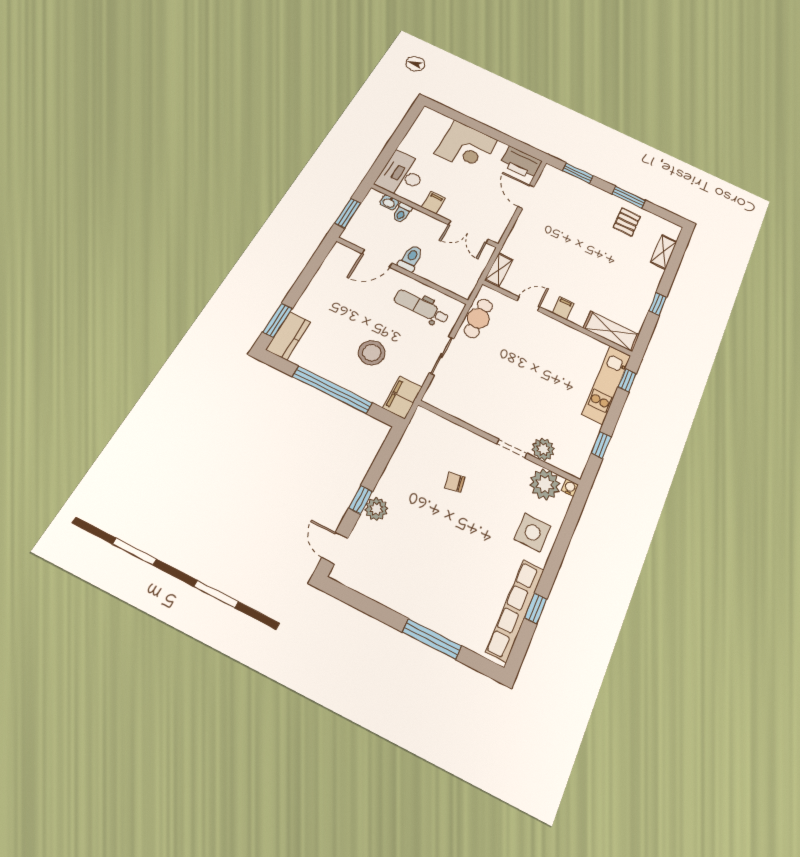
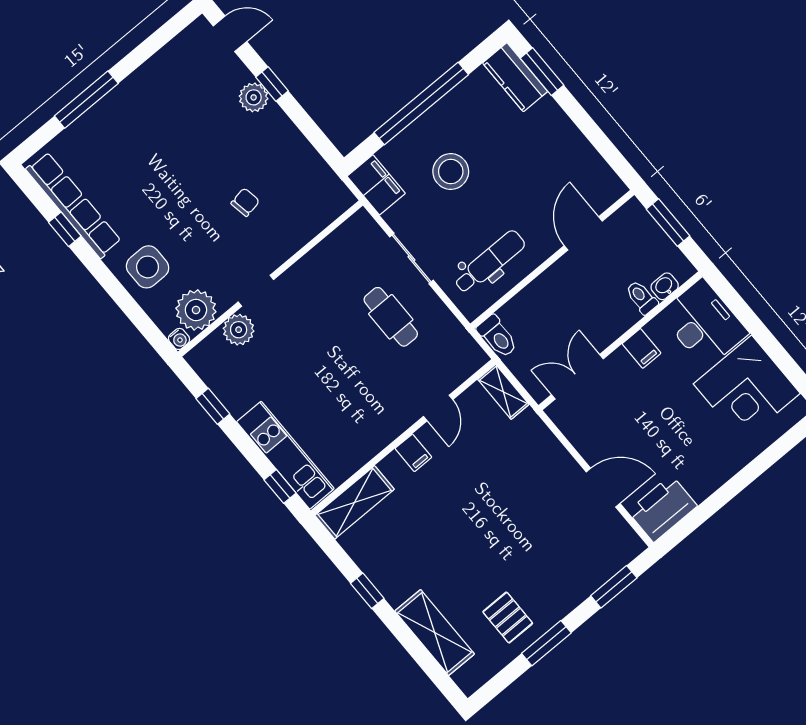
corner desk: (466, 147) -> (747, 389), moved, turned -90
shelving: (664, 252) -> (435, 632), width x1.50, depth x1.33
toilet: (411, 258) -> (497, 336), moved
cafe table: (478, 318) -> (391, 317), moved

